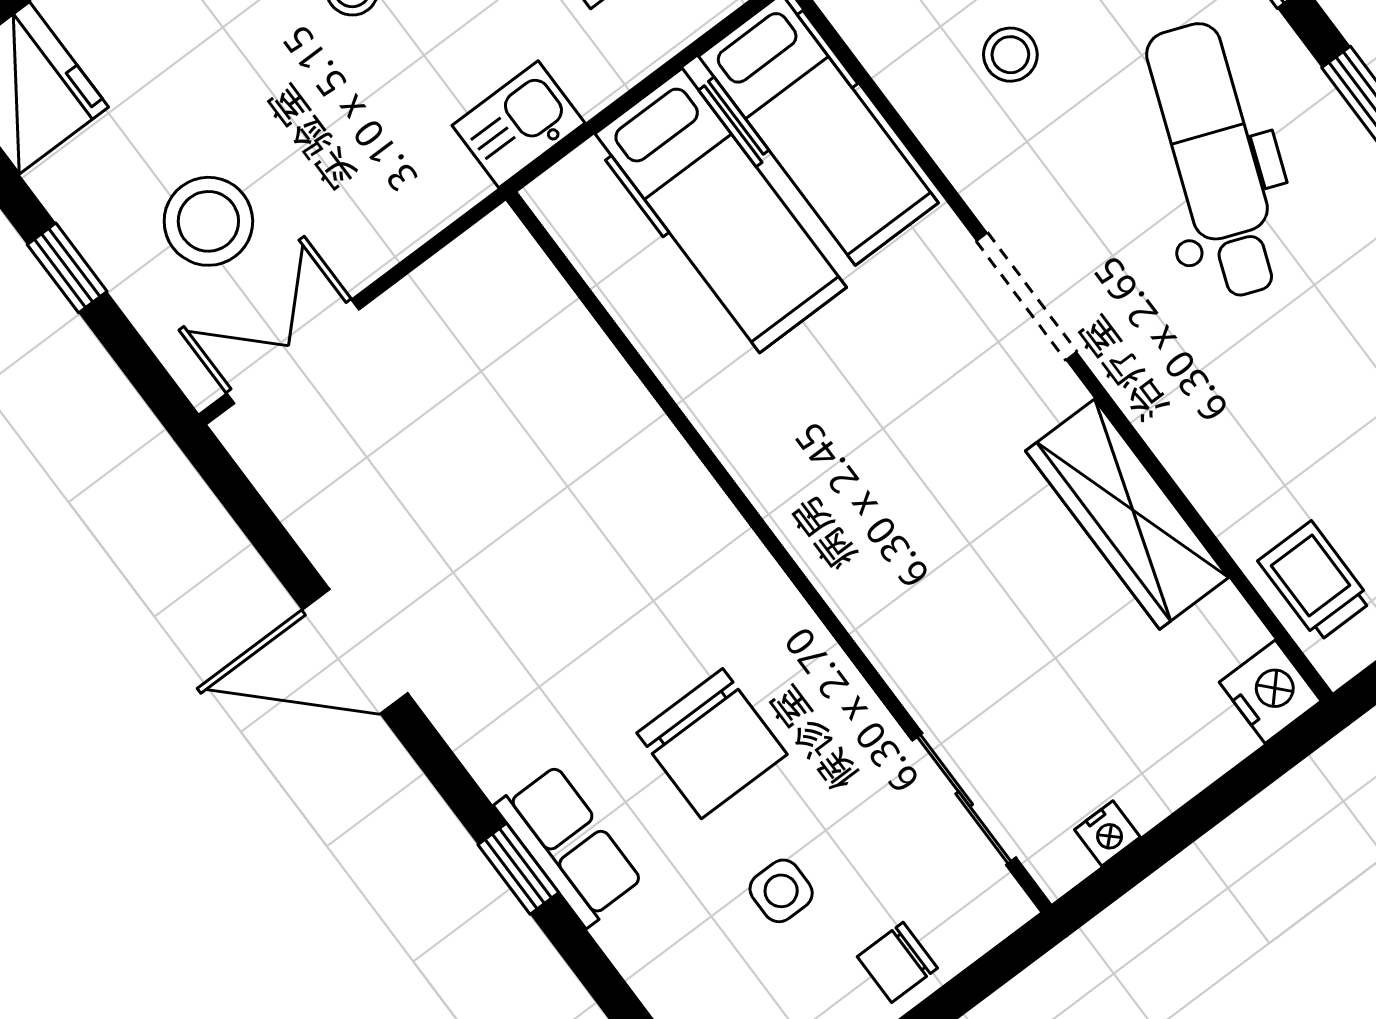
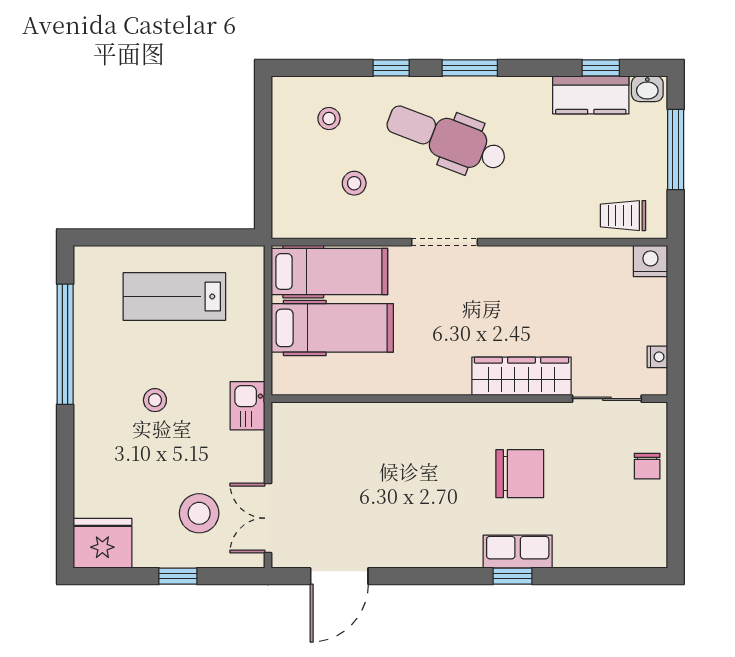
kitchen sink: (519, 124) -> (247, 406), moved
wardrobe: (1127, 514) -> (521, 376), moved, turned 180
door: (355, 651) -> (339, 576), moved
side table: (781, 891) -> (591, 488), removed

